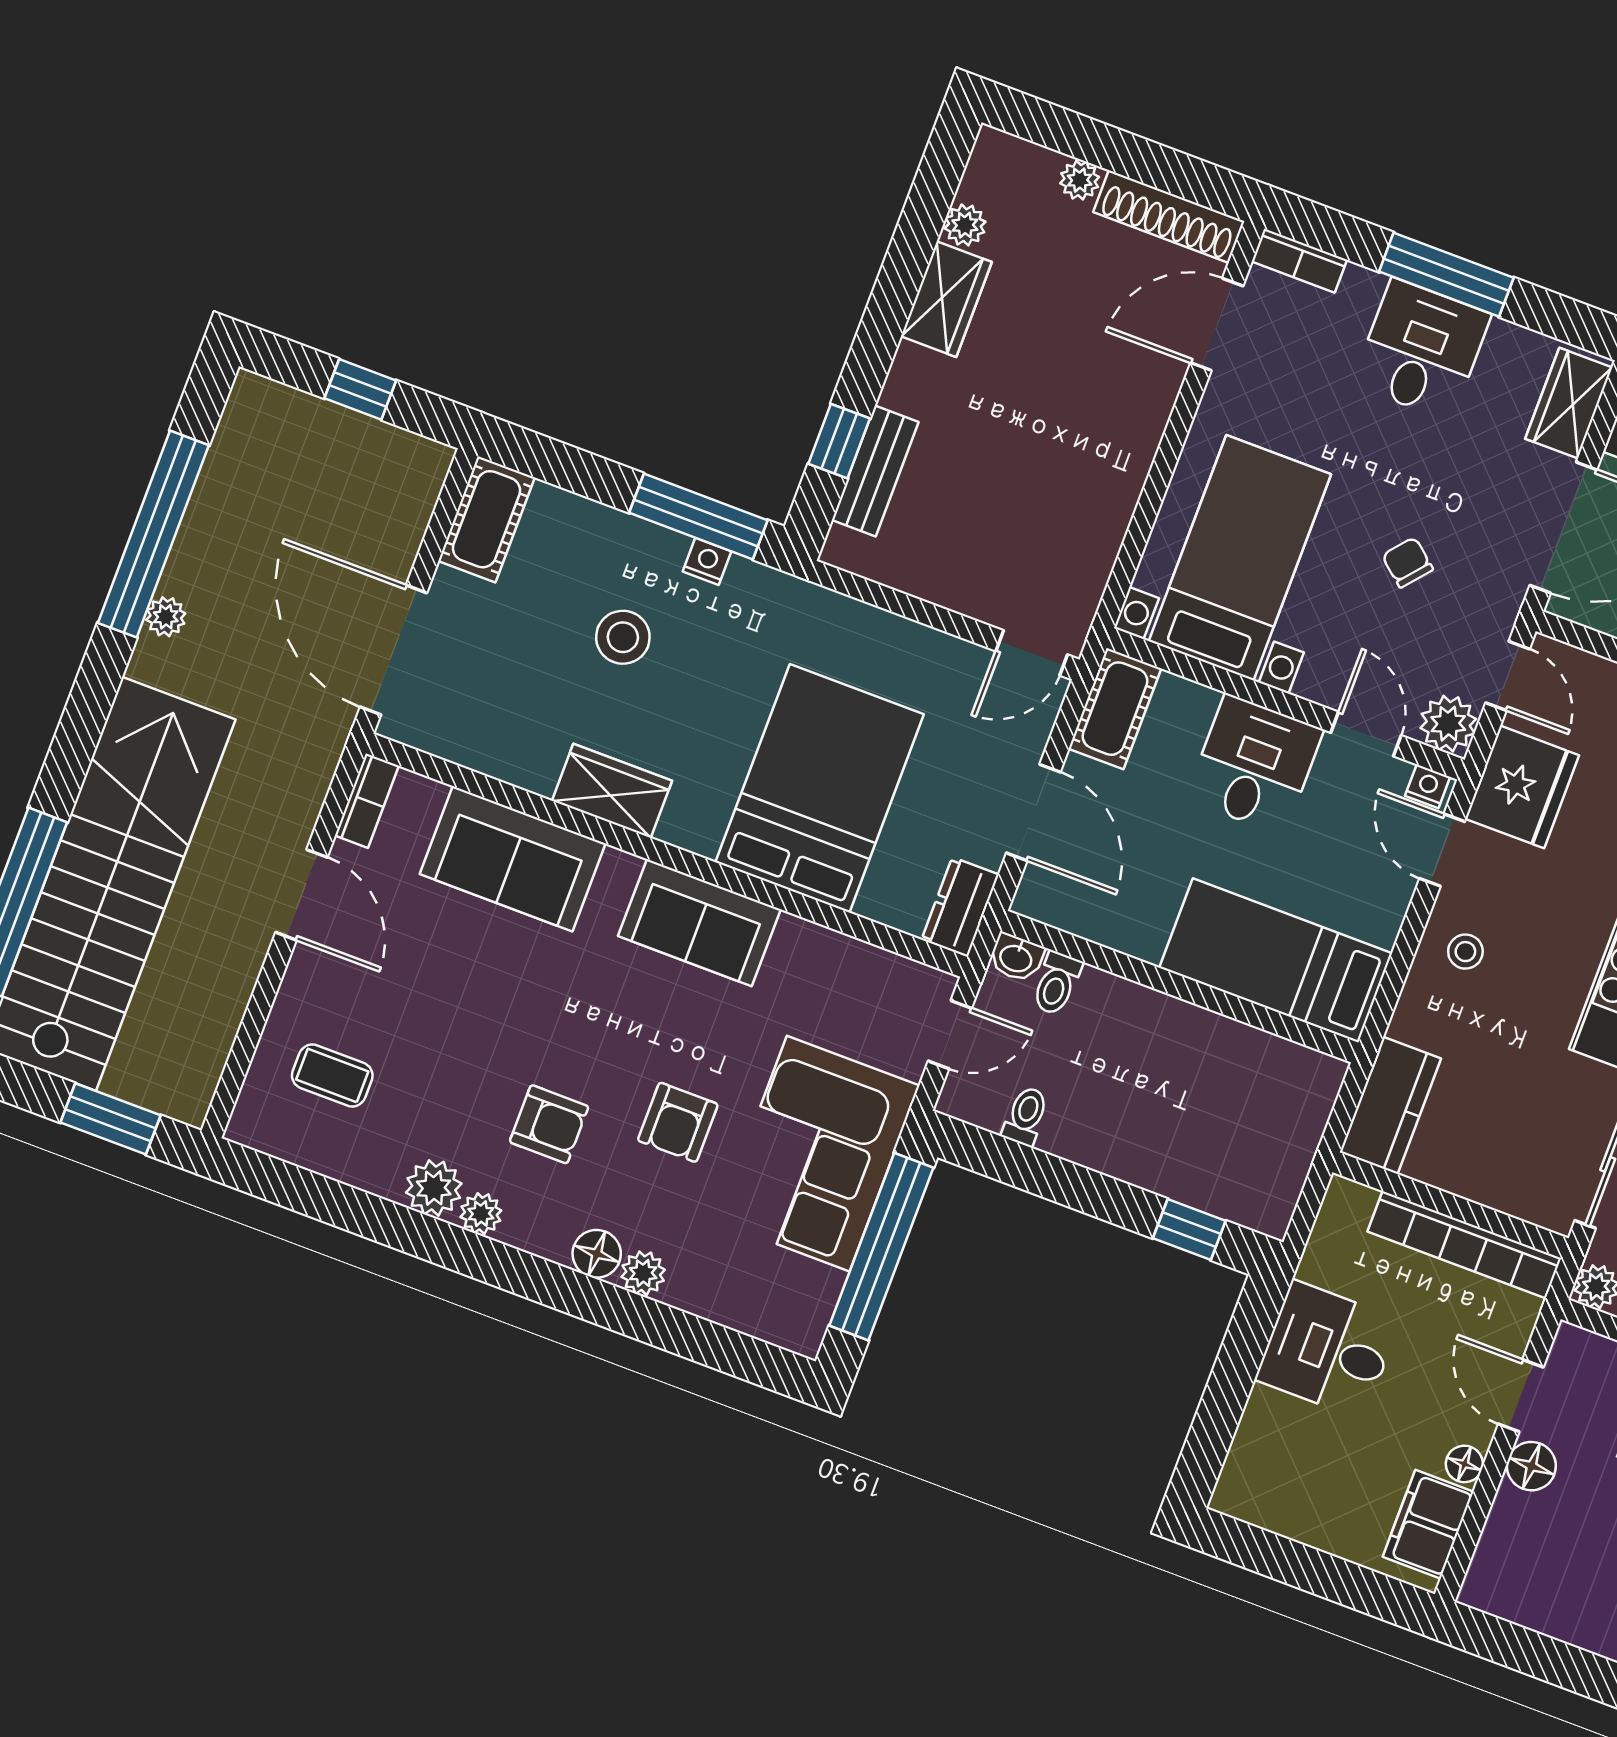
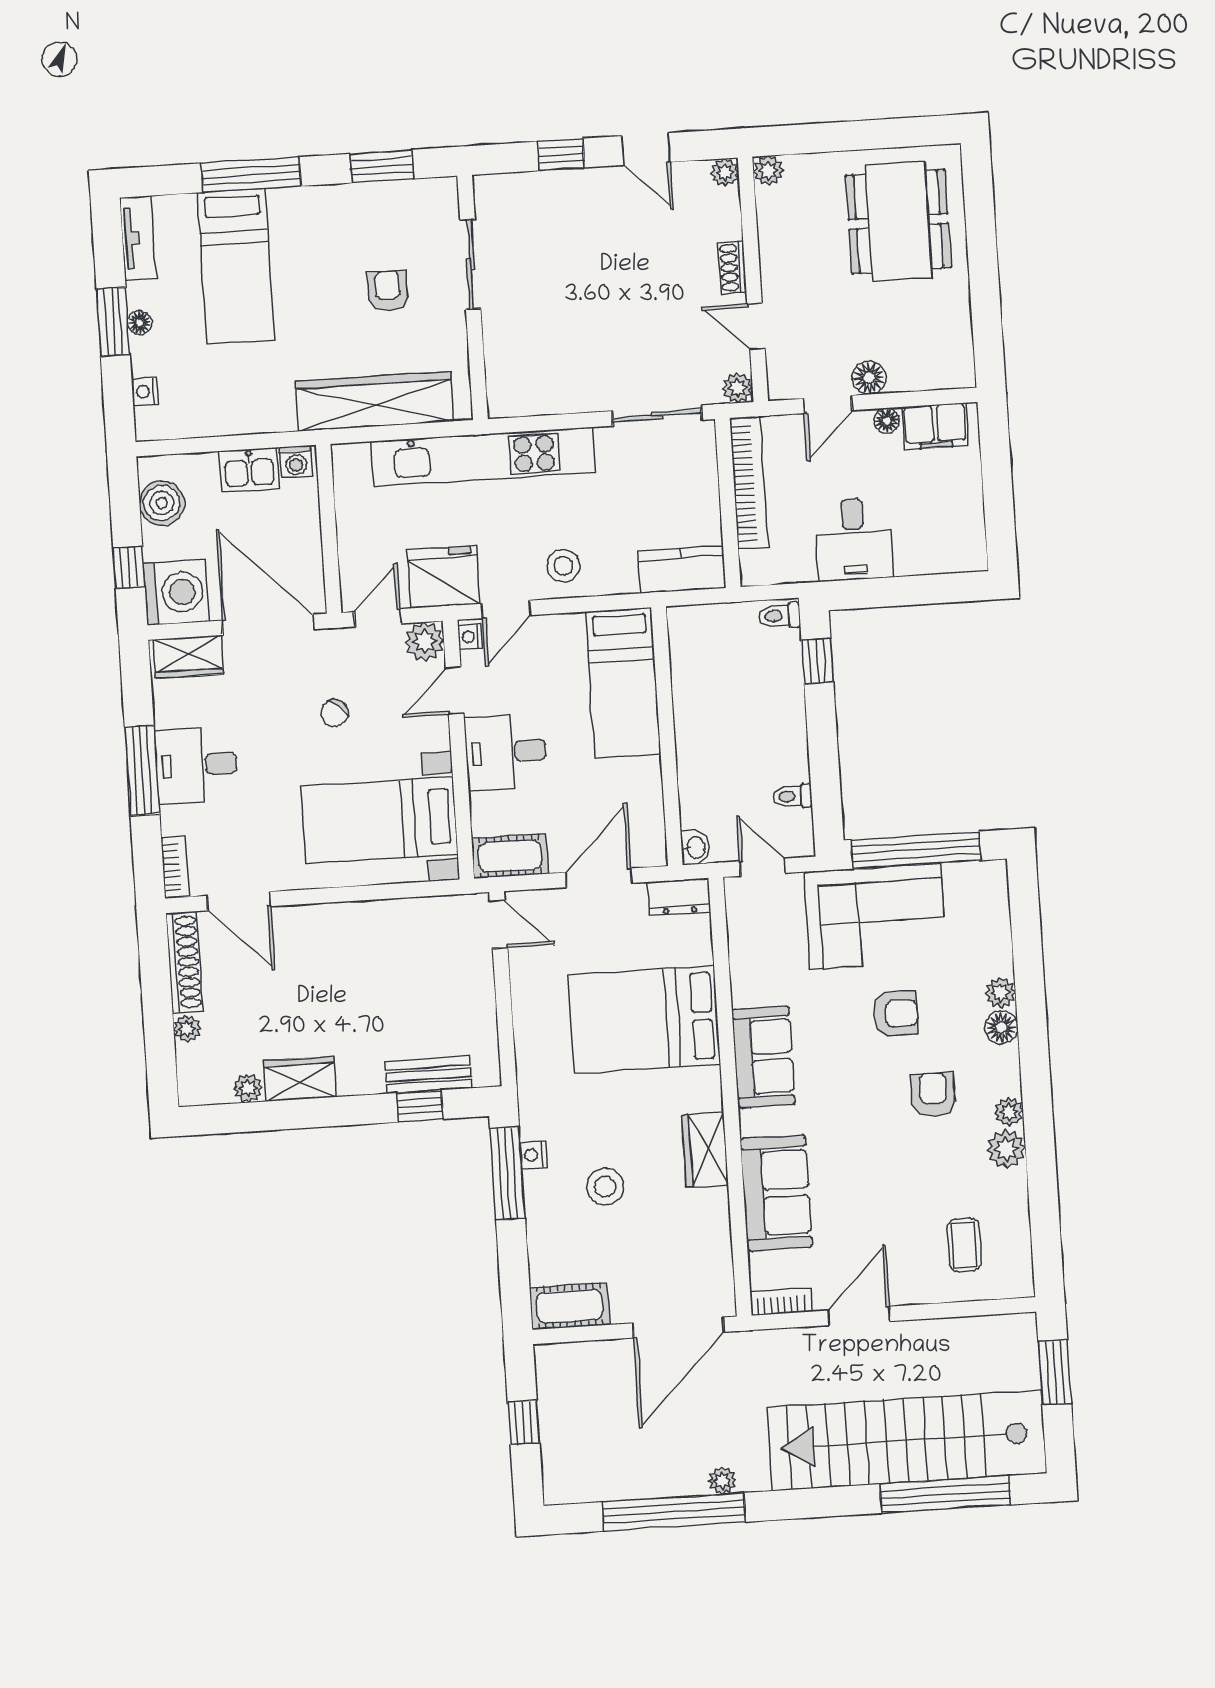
stool: (1465, 952) -> (563, 566), width x1.37, depth x1.37
toilet: (1057, 983) -> (779, 616), moved, turned 180

